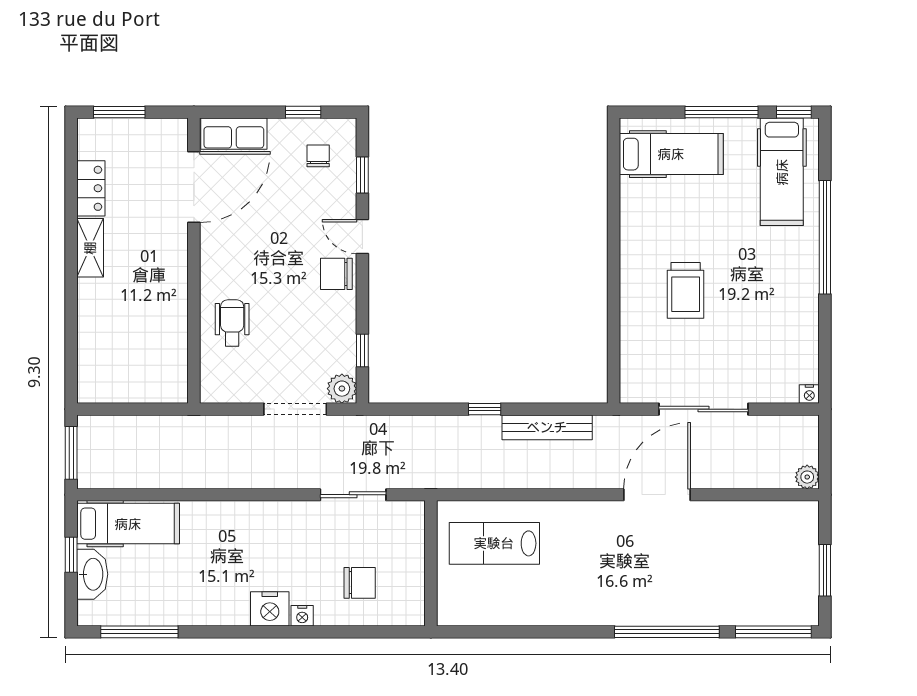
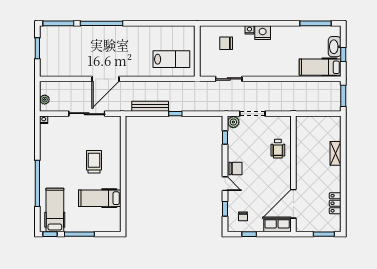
hospital bed: (671, 154) -> (100, 198), moved
shelving: (90, 248) -> (335, 153), moved
plant: (807, 477) -> (45, 100), moved

